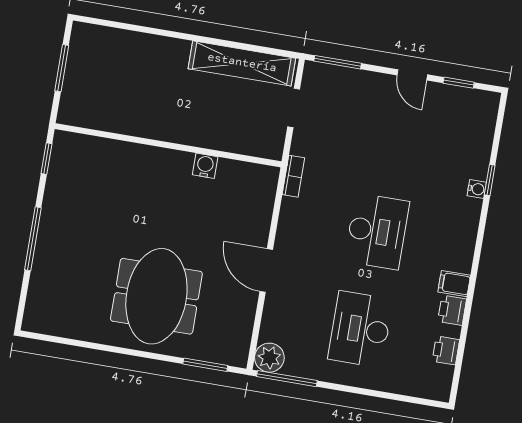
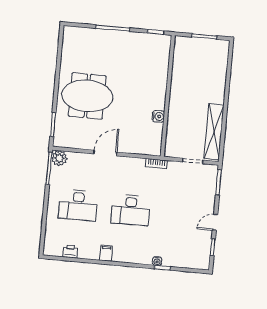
printer: (452, 310) -> (92, 253), removed
desk: (360, 329) -> (78, 205), turned 180

